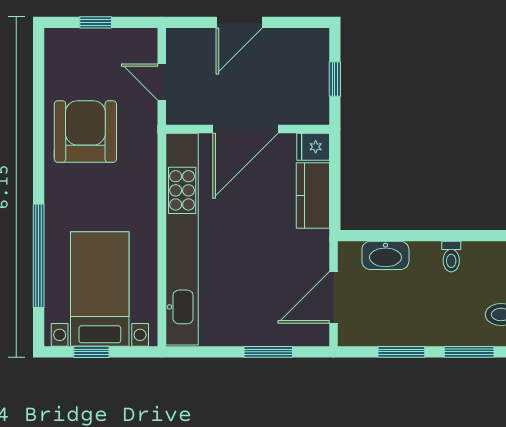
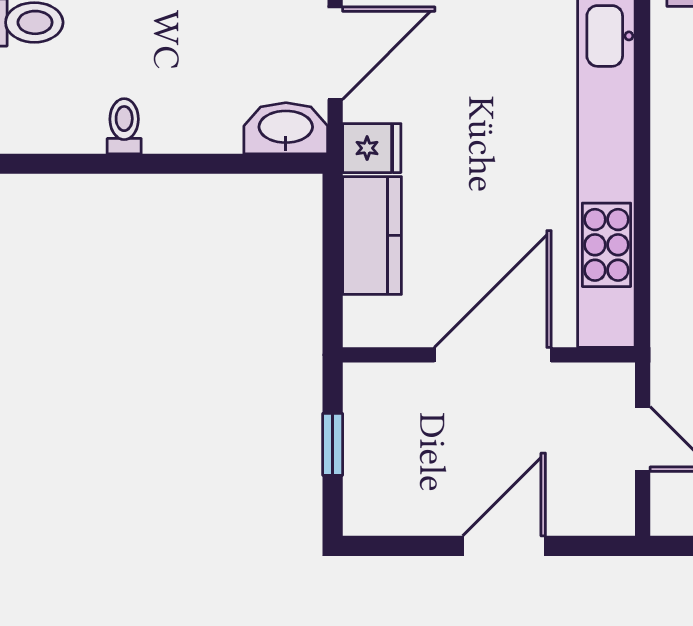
fridge: (313, 147) -> (372, 148), moved
washbasin: (385, 255) -> (286, 128), moved

